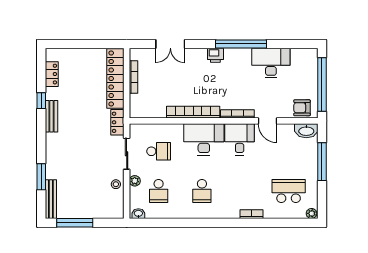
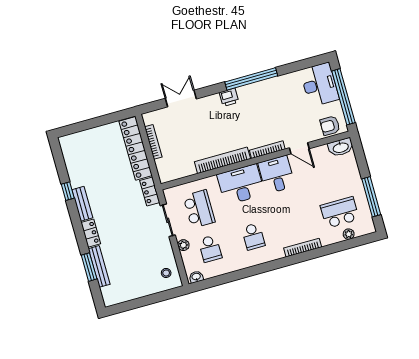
double door: (170, 44) -> (181, 99), swing flipped
desk: (271, 63) -> (320, 85), moved, turned 90
locker: (52, 74) -> (91, 233), moved
school desk: (159, 151) -> (199, 209), width x1.85
window: (322, 162) -> (371, 197), moved
stool: (116, 184) -> (166, 273), moved
bench: (51, 199) -> (99, 266), moved
plant: (312, 213) -> (349, 234), moved
bookcase: (251, 214) -> (303, 248), width x1.56
window: (75, 223) -> (135, 304), removed

